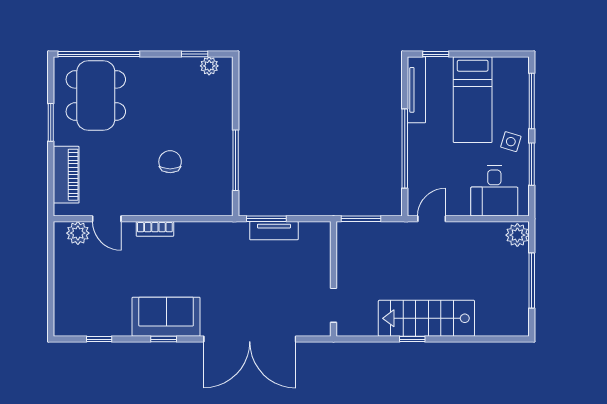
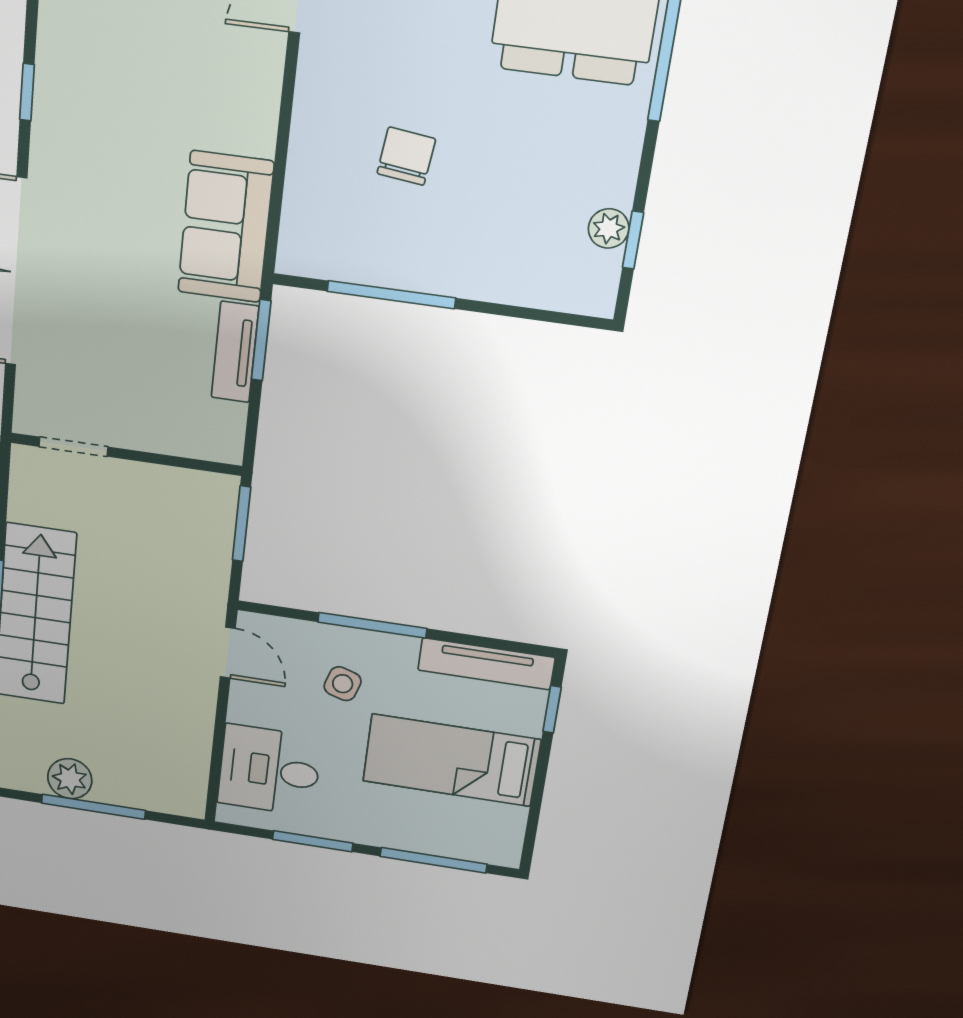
plant: (209, 66) -> (609, 228), moved
side table: (511, 142) -> (343, 684), moved
window: (405, 149) -> (372, 625), width x0.68
chair: (170, 162) -> (406, 156), turned -83
bookcase: (155, 229) -> (264, 104), removed
plant: (517, 235) -> (70, 779), moved
sofa: (166, 317) -> (226, 227), moved, turned 180

